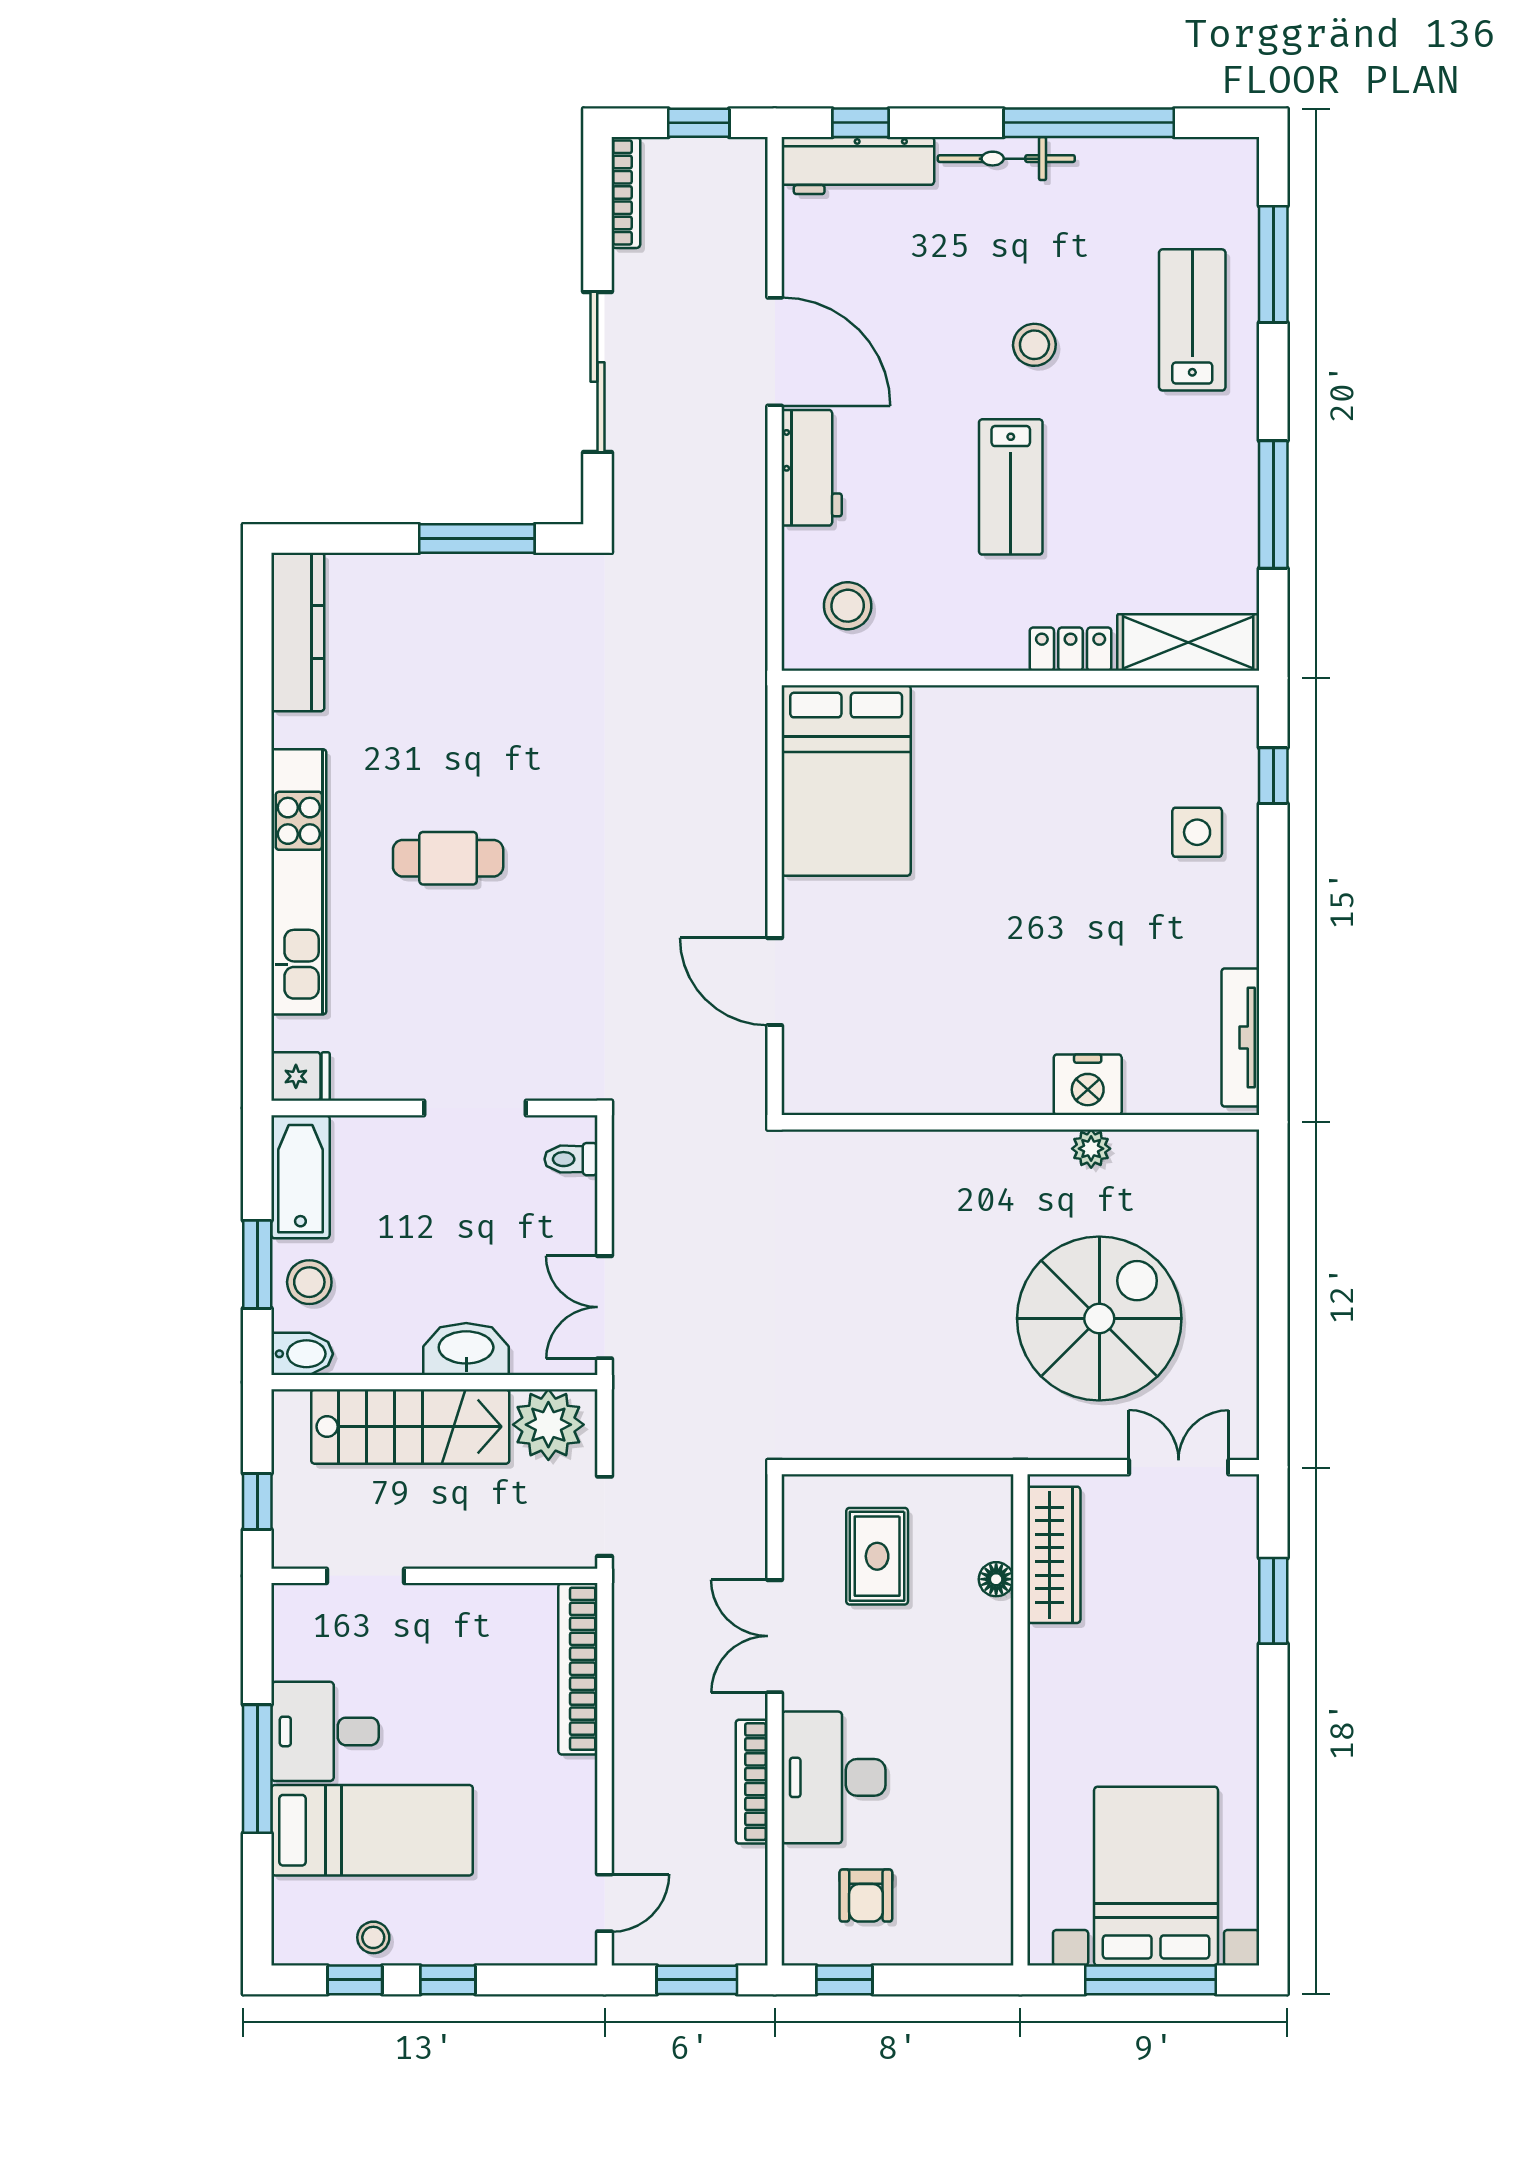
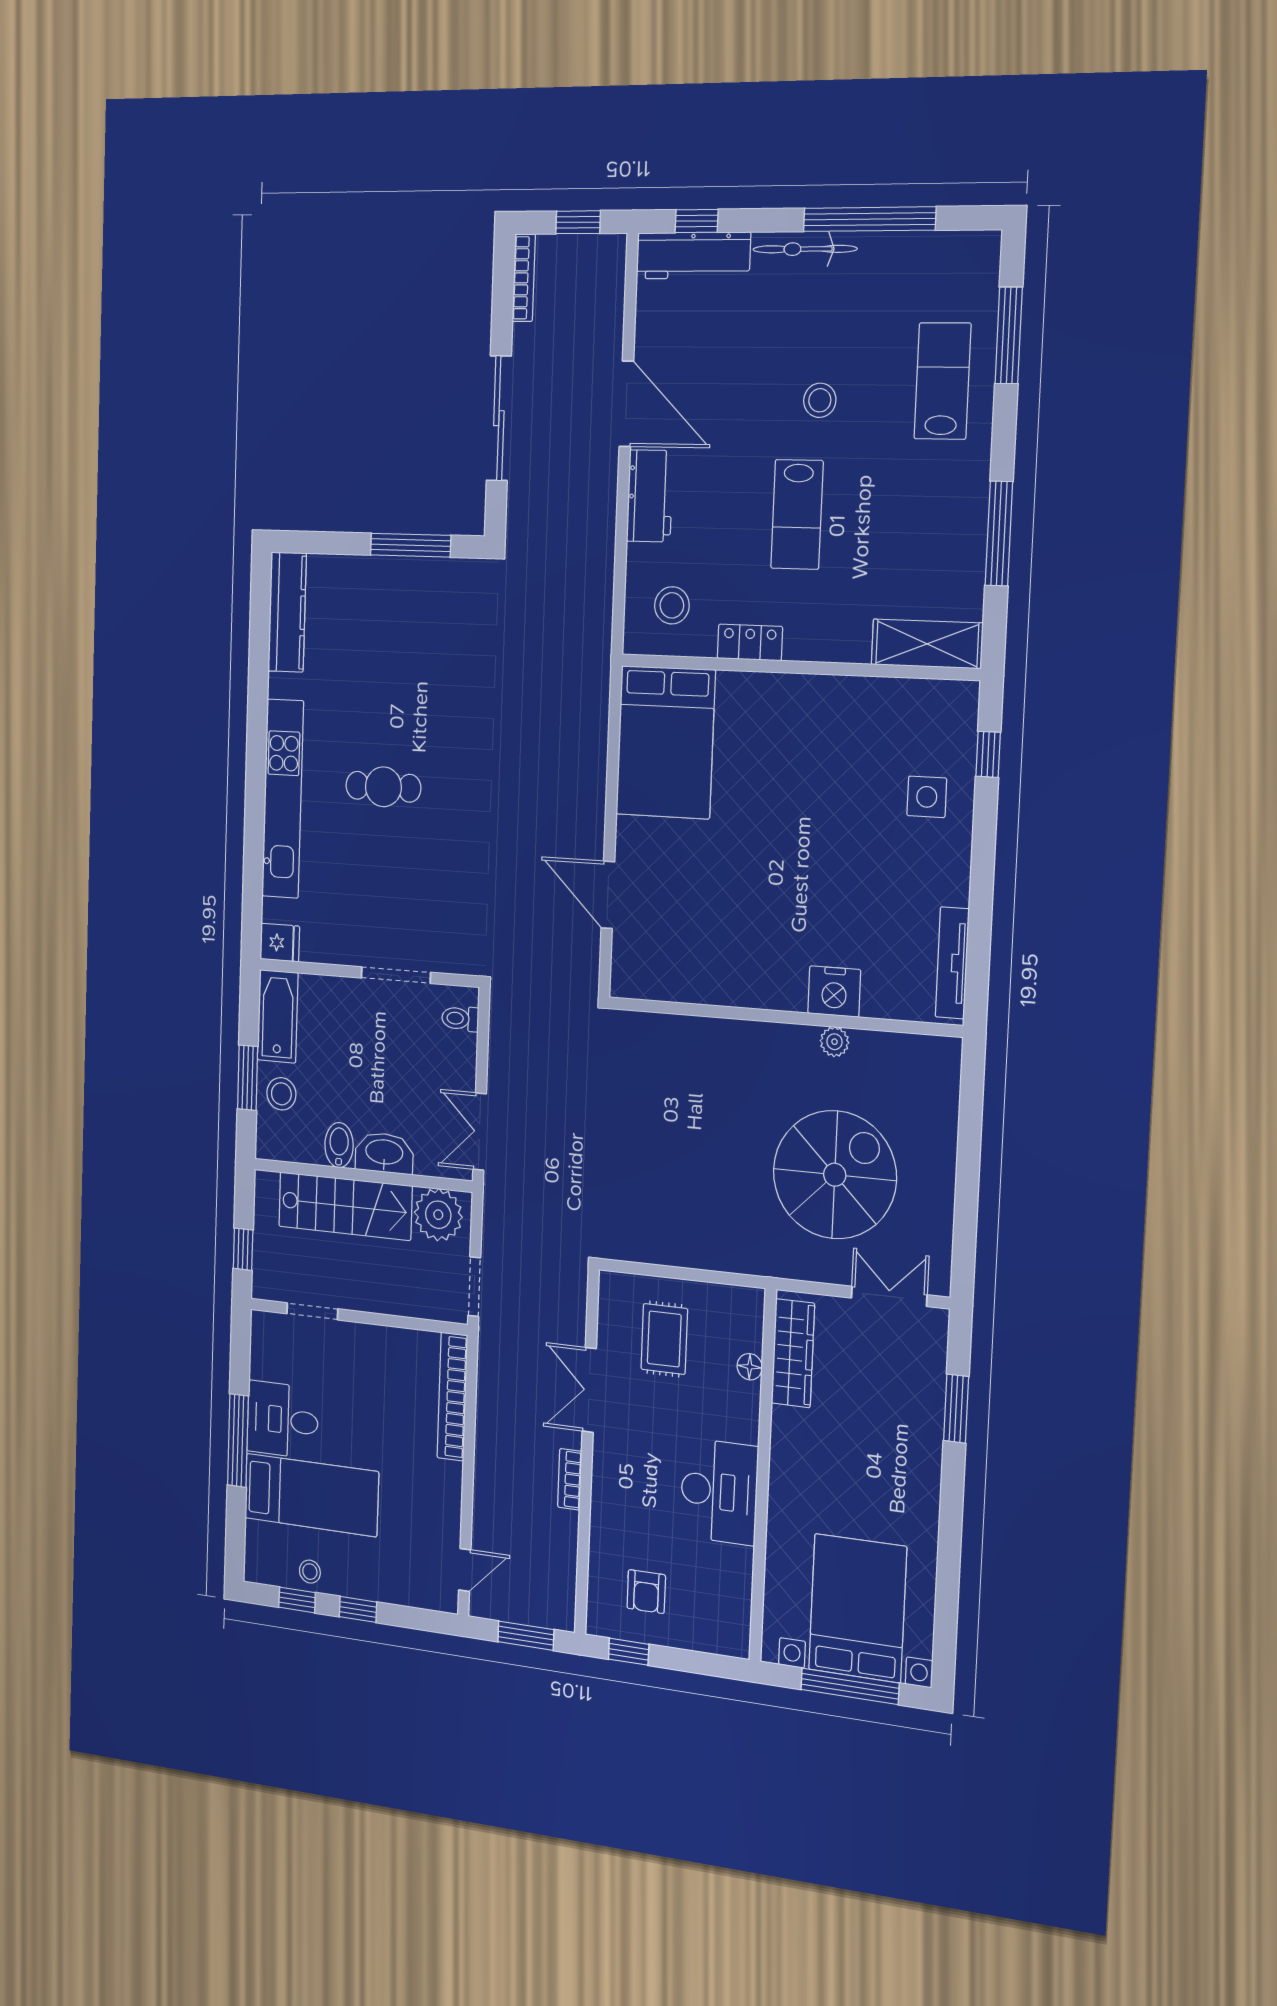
locker: (1071, 649) -> (750, 642), moved
bidet: (302, 1354) -> (339, 1145), moved, turned -90
desk: (834, 1777) -> (719, 1491), moved, turned 180
bookcase: (752, 1782) -> (570, 1479), width x0.64

